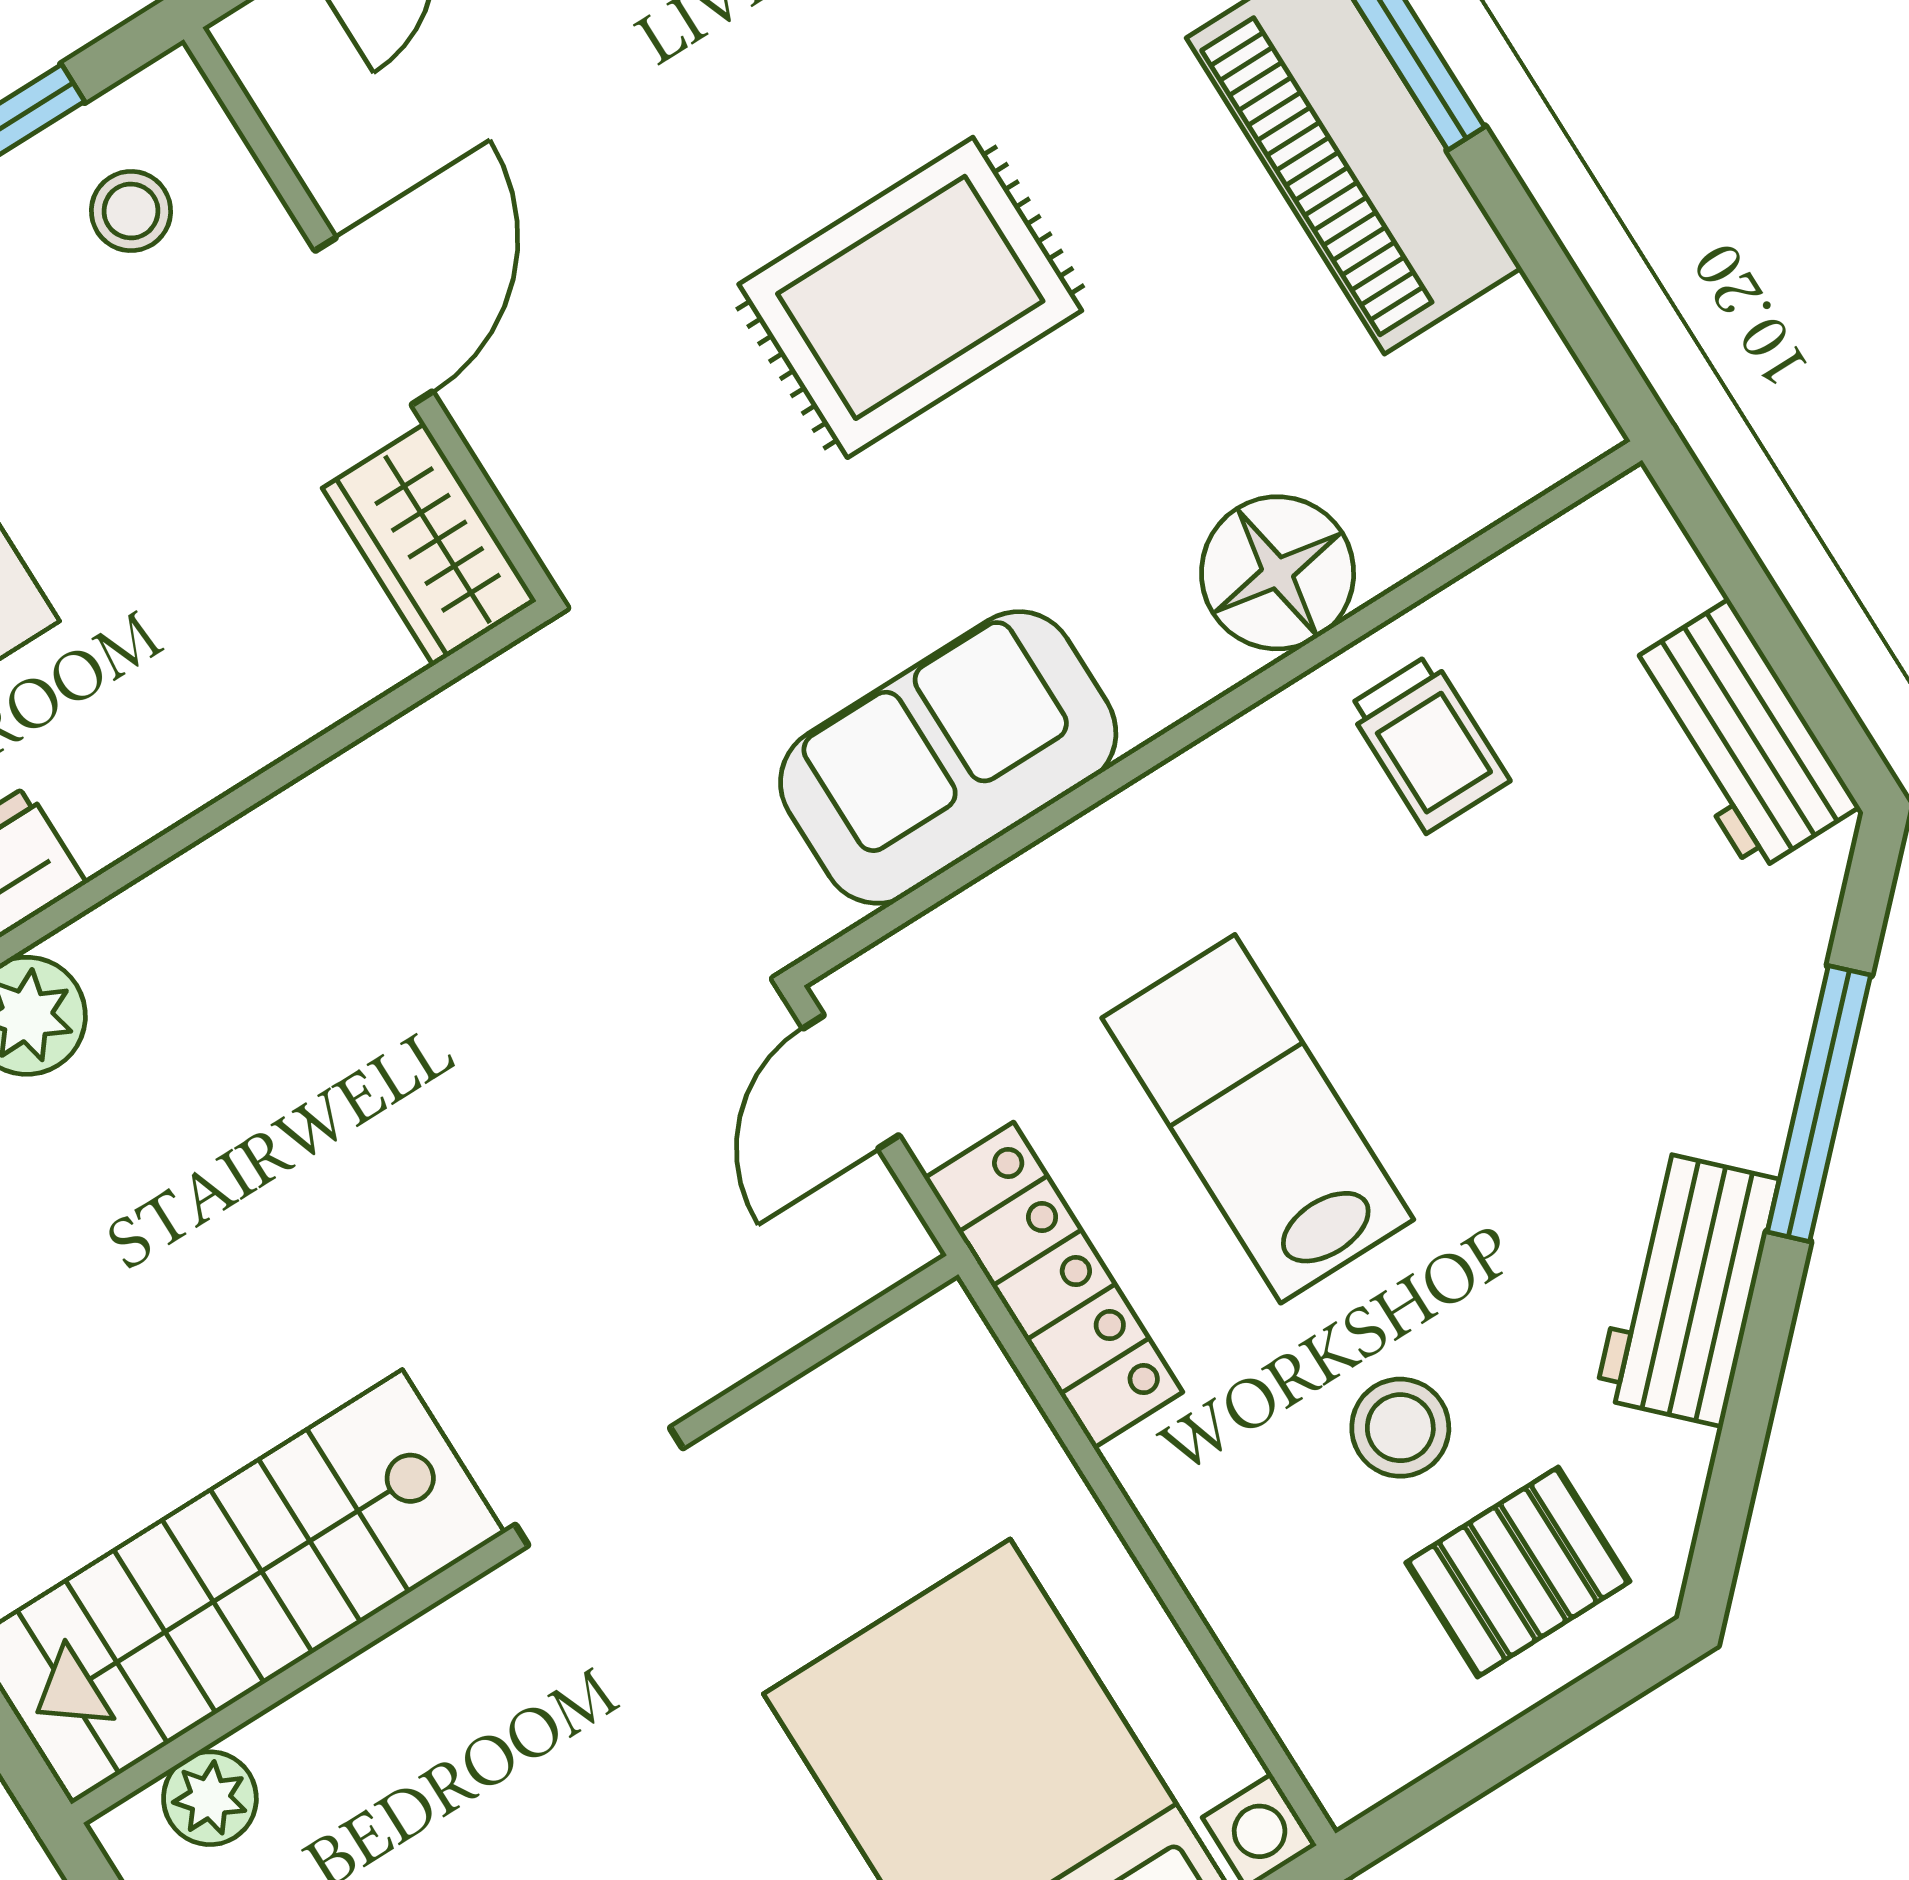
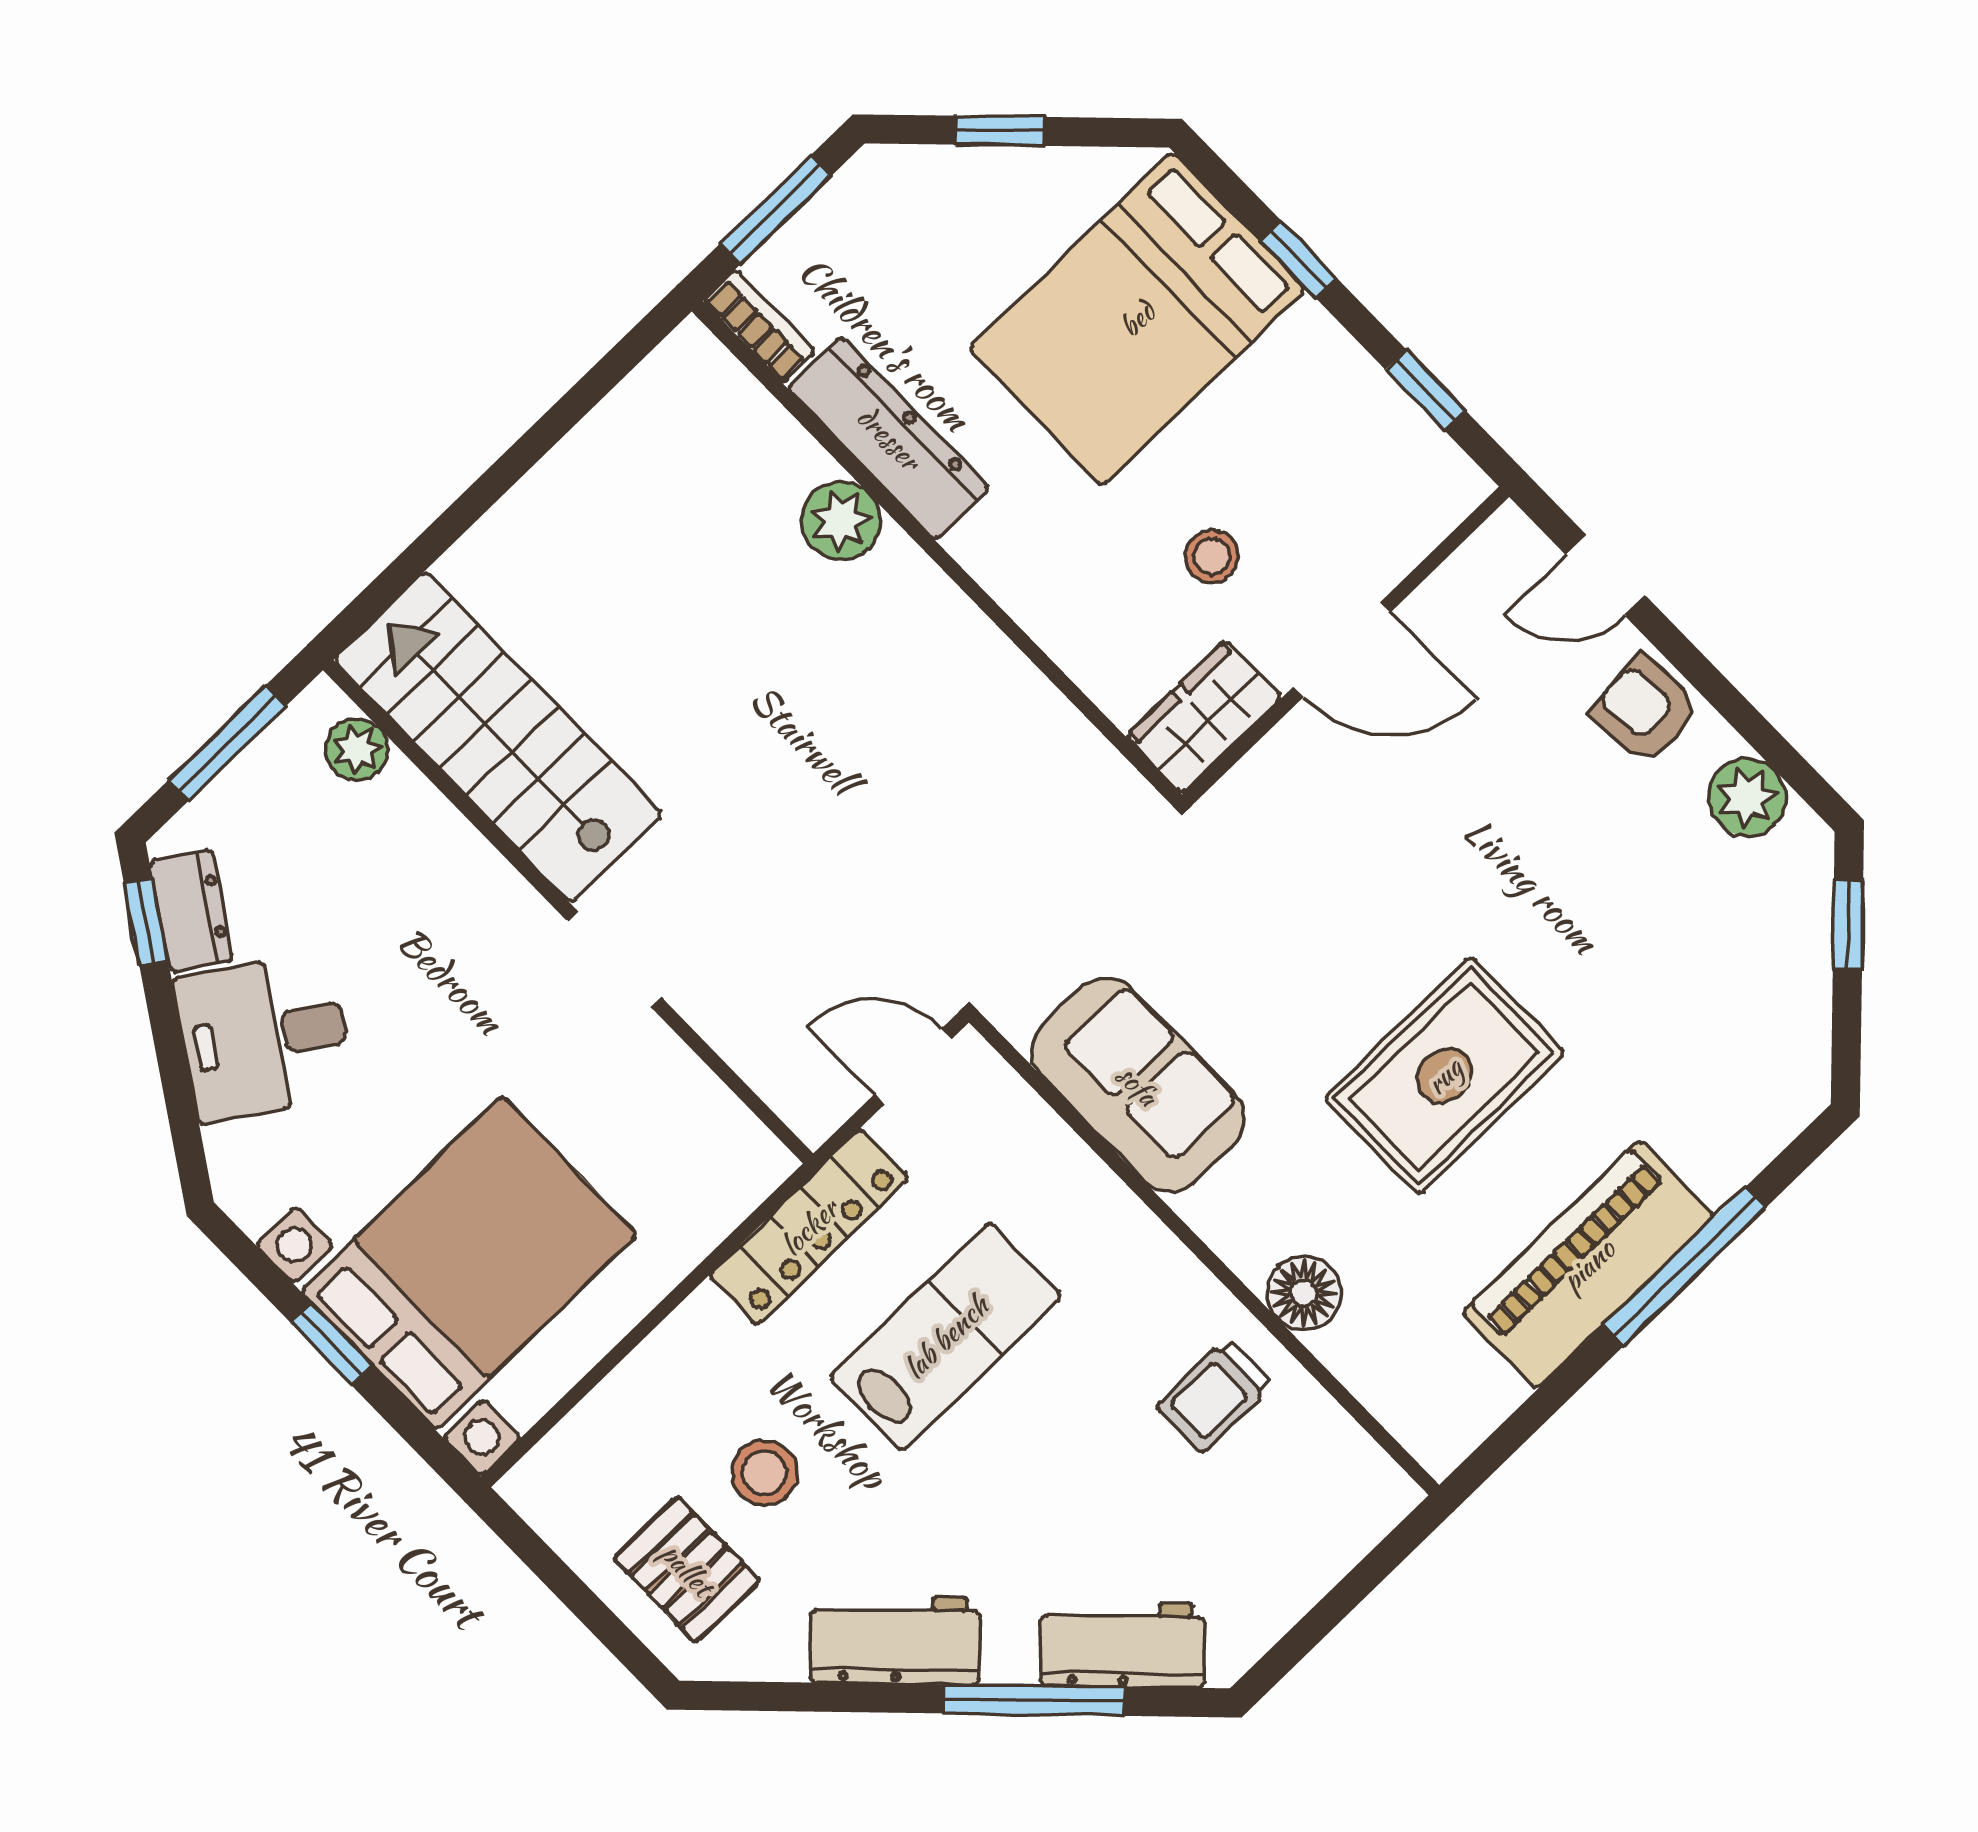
stool: (131, 211) -> (1212, 556), moved
rug: (910, 297) -> (1444, 1076), moved, turned 90
floor lamp: (1278, 573) -> (1304, 1293), width x0.73, depth x0.73
workbench: (1741, 737) -> (1123, 1645), moved, turned 45

